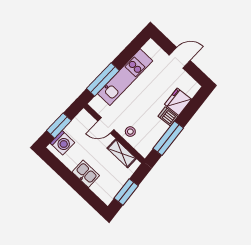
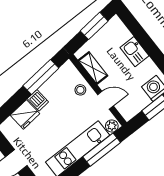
plant: (97, 103) -> (112, 126), added

